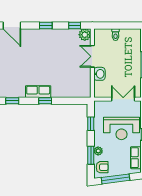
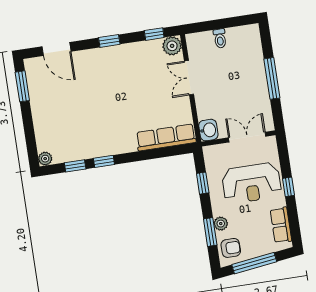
washbasin: (99, 74) -> (208, 130), moved
row of seats: (38, 92) -> (166, 137), moved, width x1.48
window: (45, 101) -> (104, 161), moved

